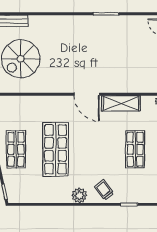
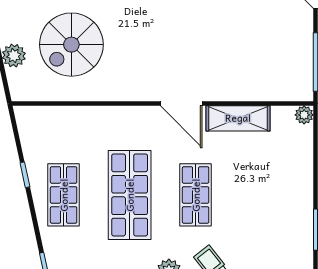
shop shelf: (135, 149) -> (196, 195), moved

